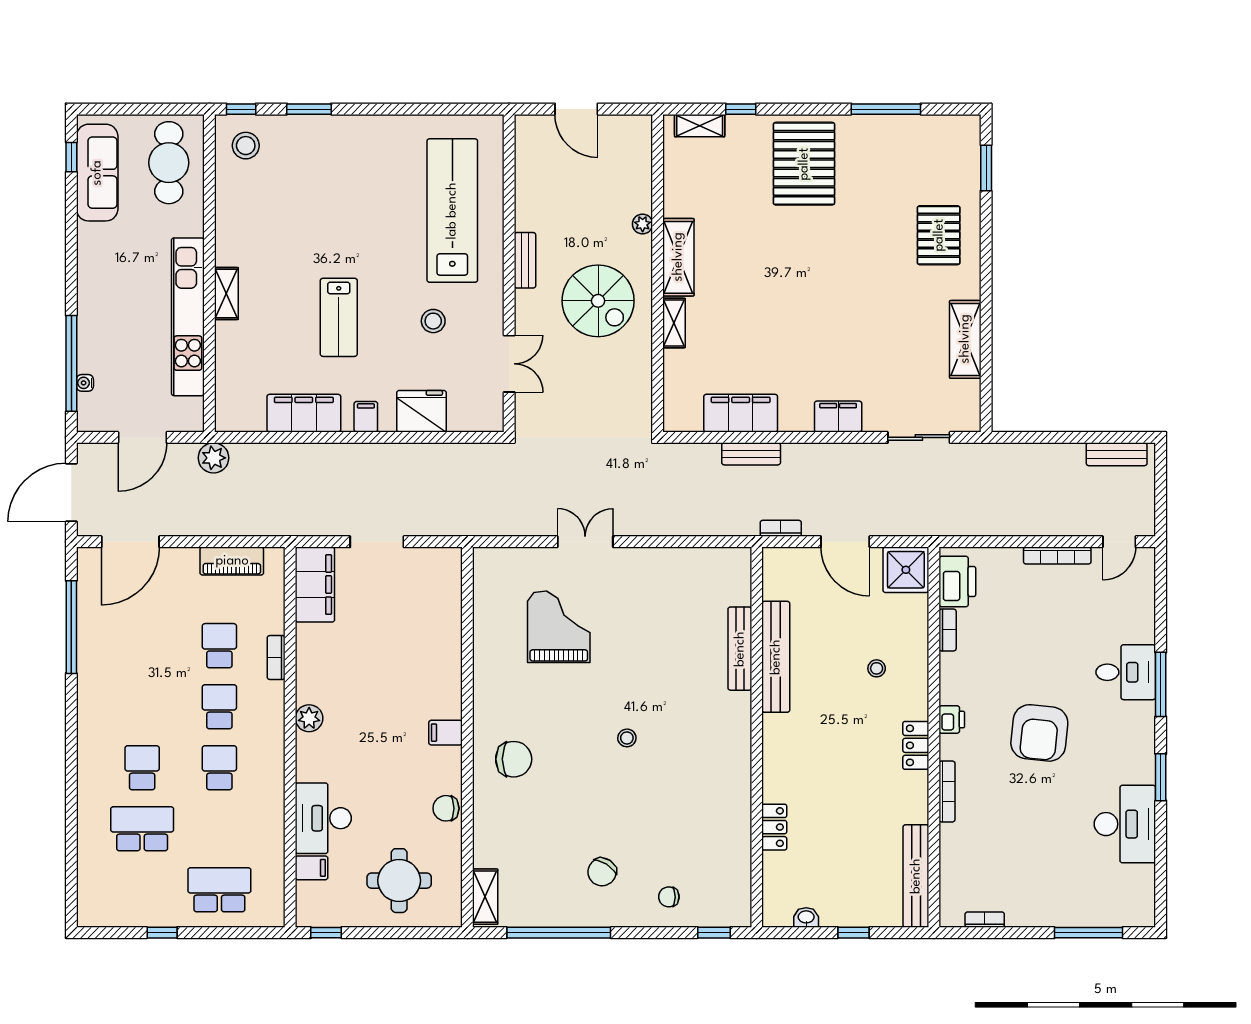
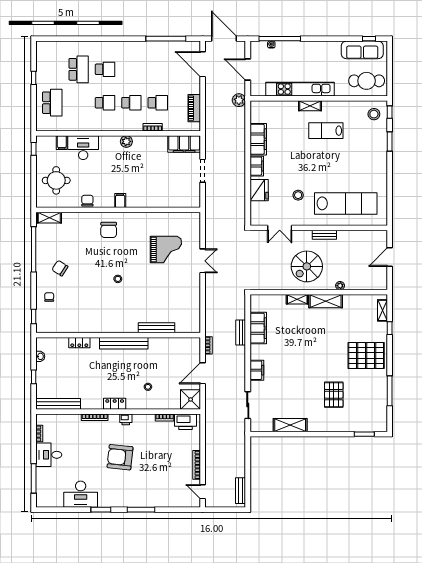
pallet: (939, 235) -> (334, 395), moved, turned 90
lab bench: (339, 317) -> (326, 131), moved
filing cabinet: (366, 417) -> (257, 166), width x2.00
bench: (776, 657) -> (124, 343), moved
desk: (1126, 672) -> (49, 455), moved, turned 90

